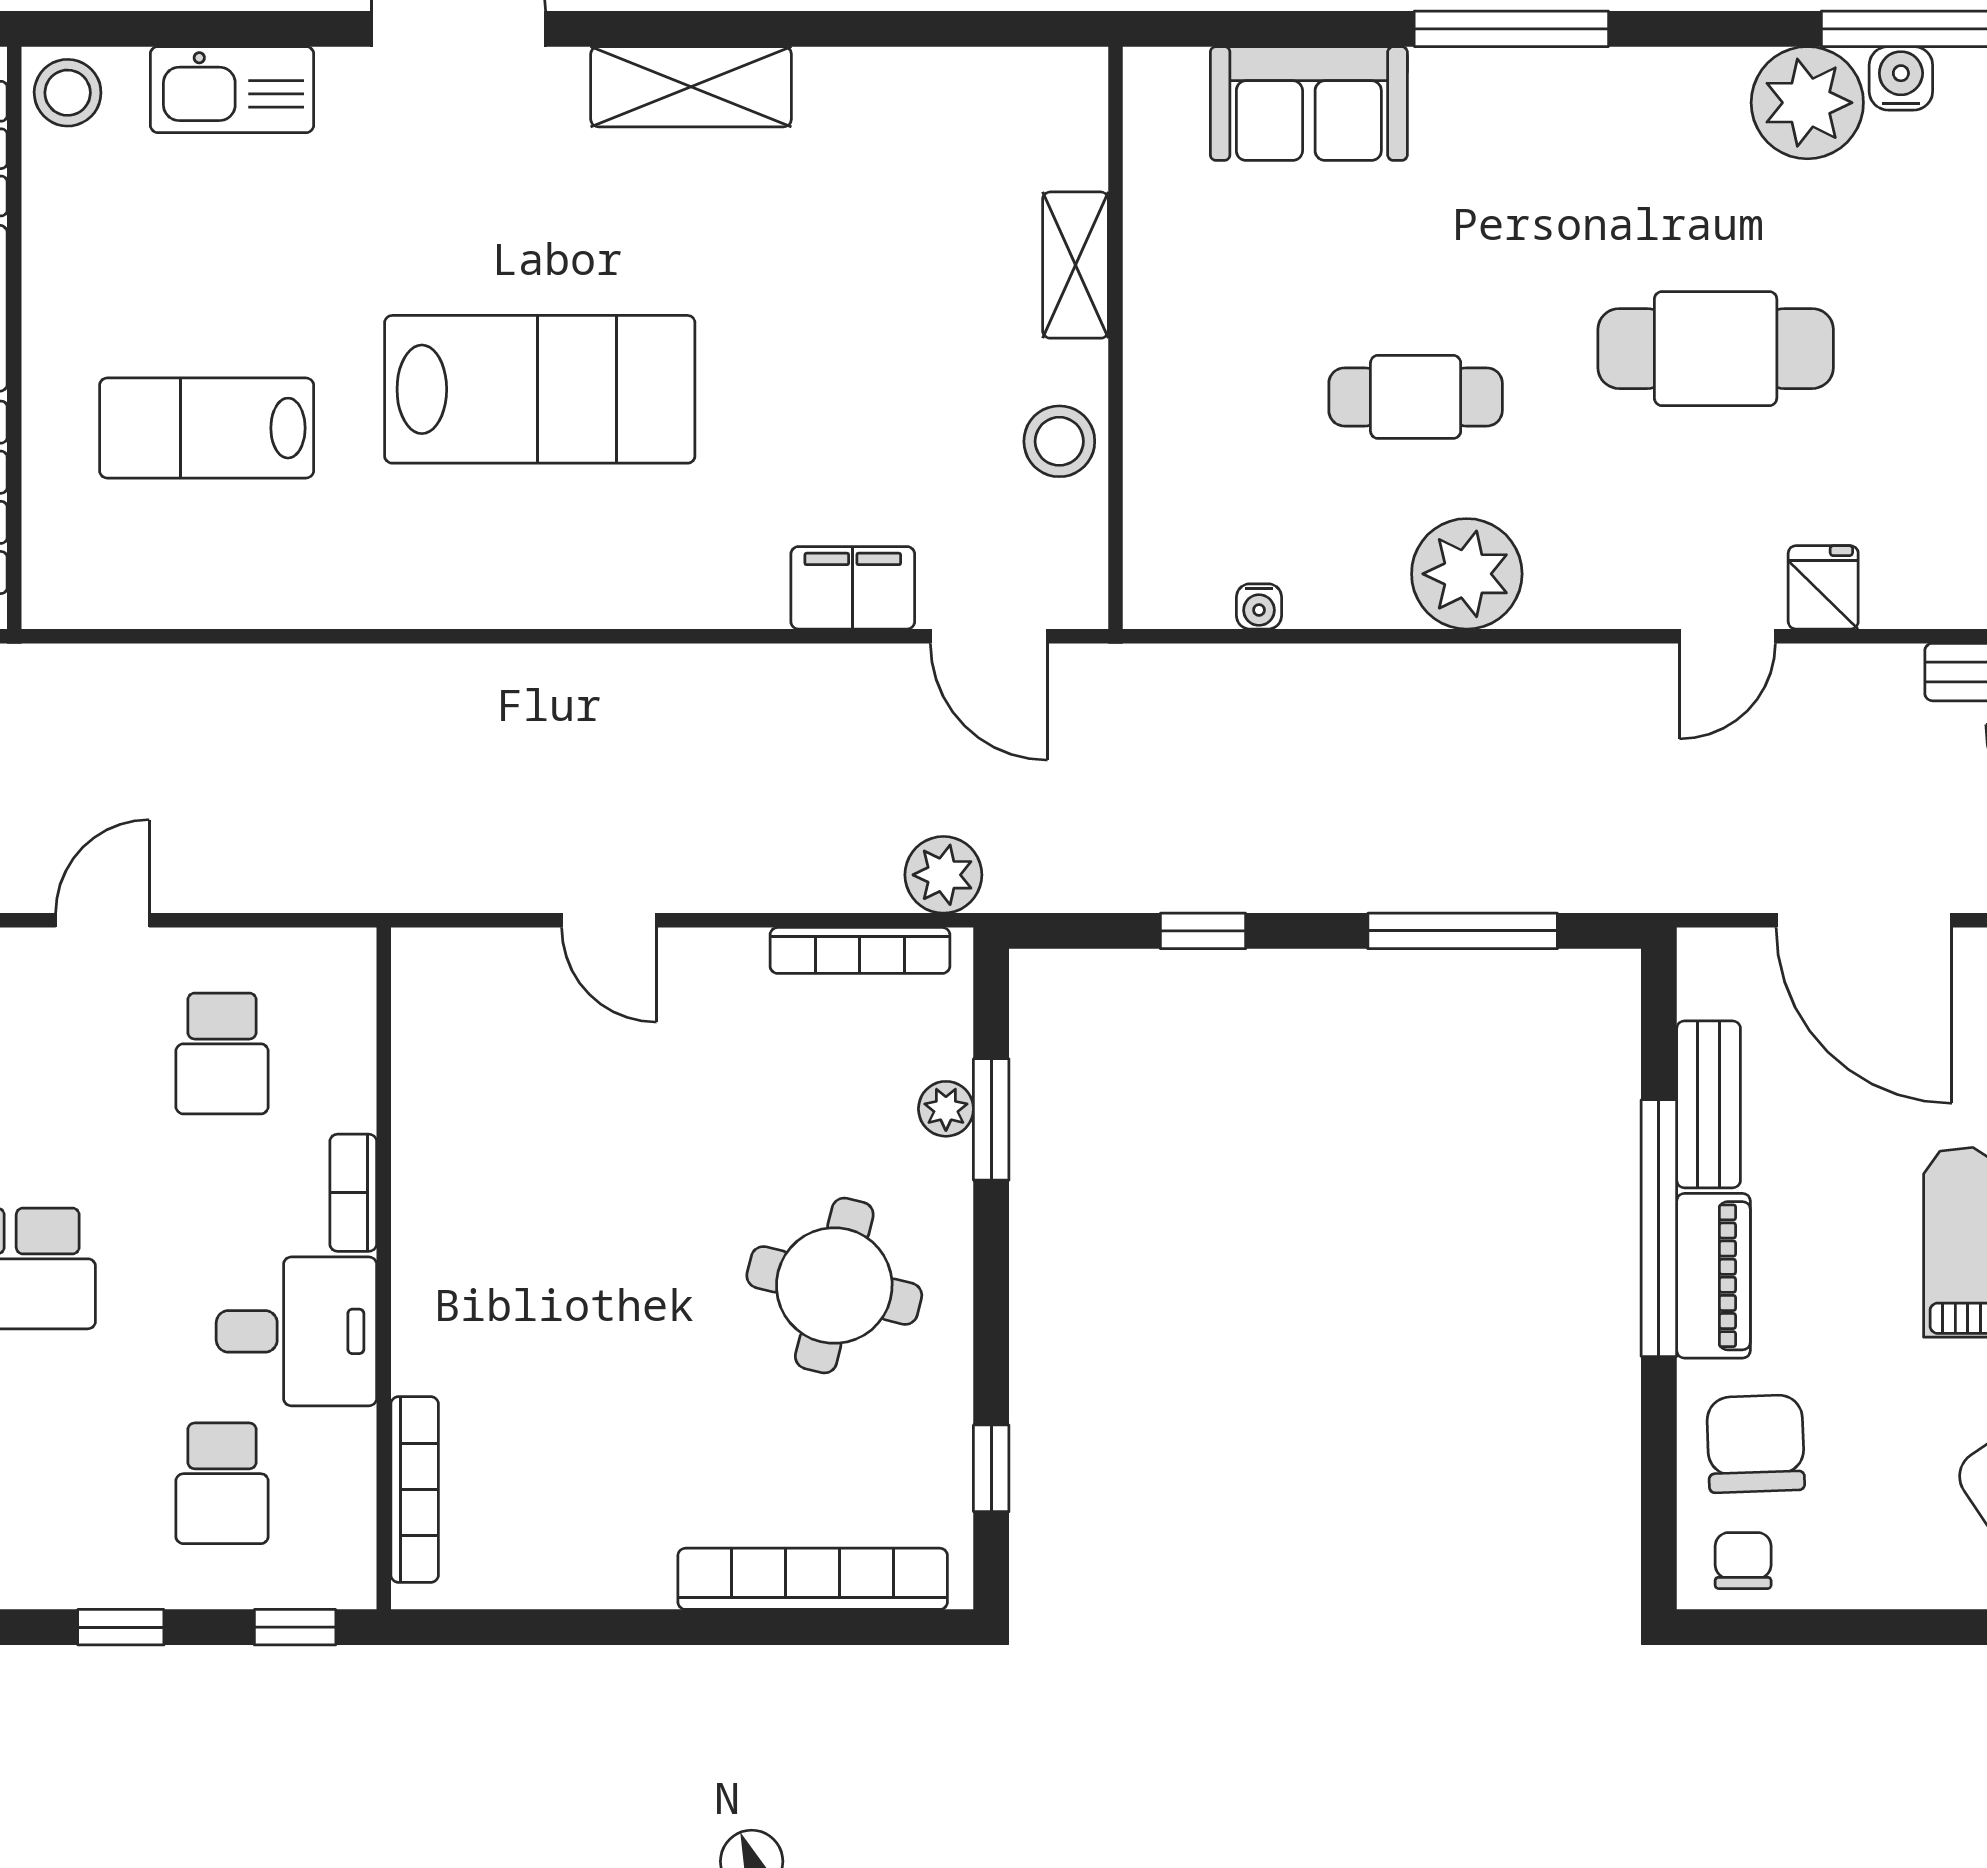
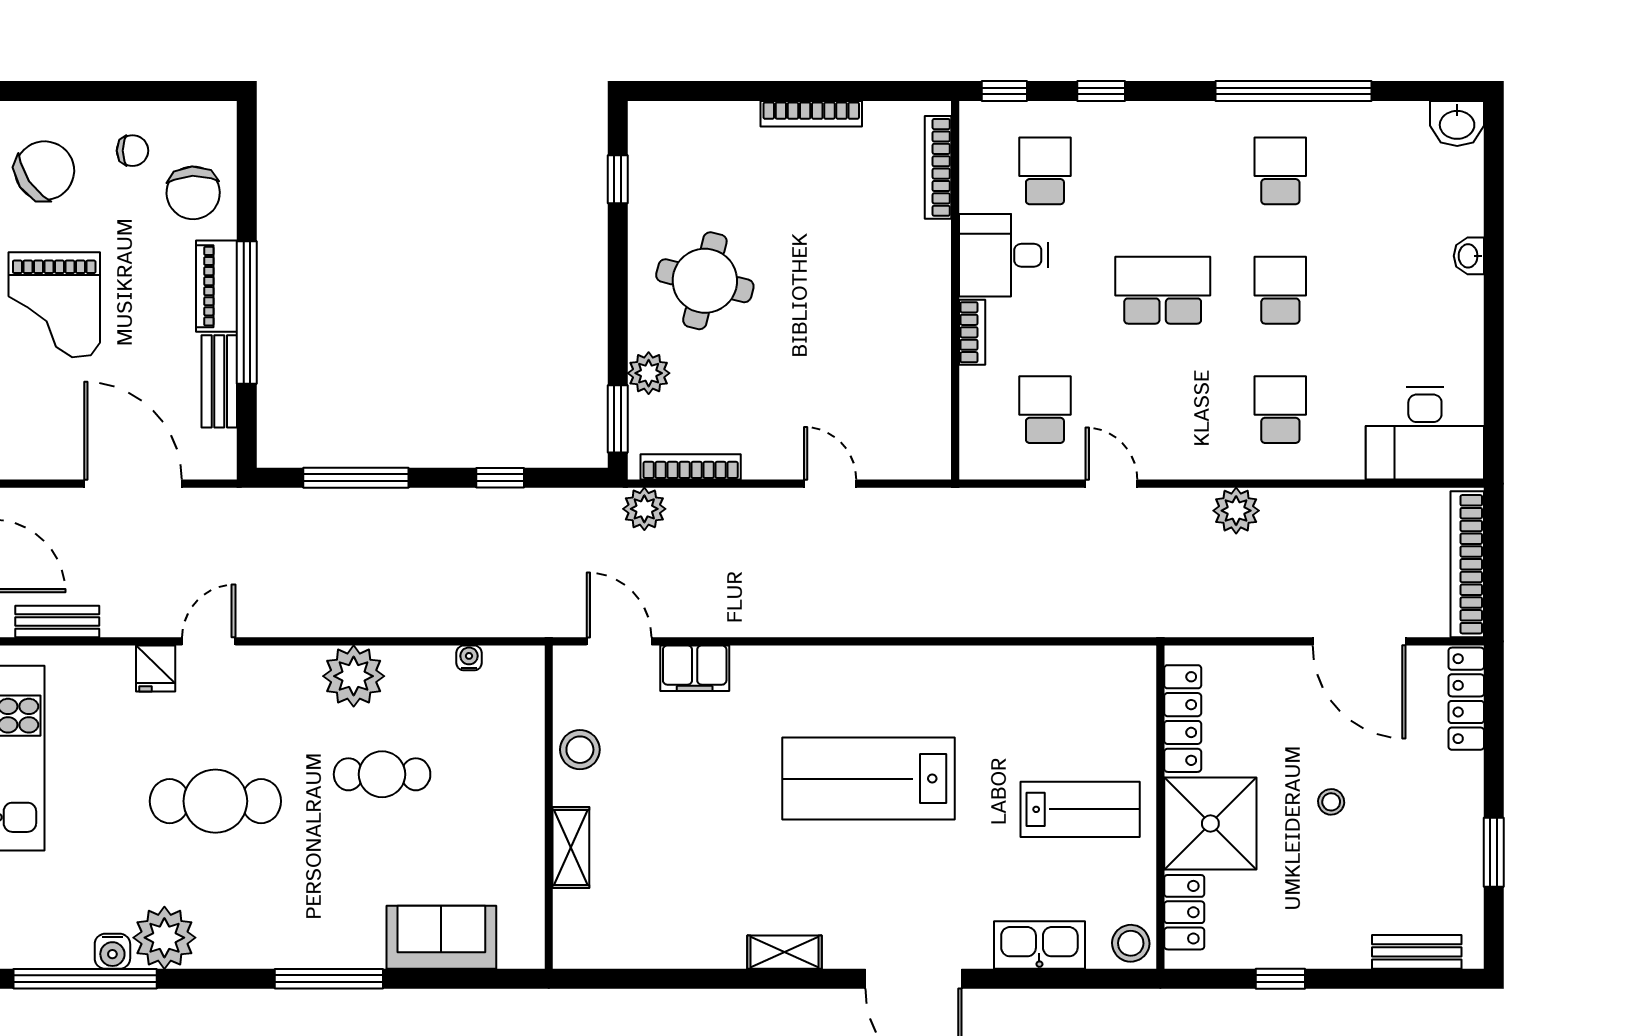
shelving: (691, 87) -> (784, 952), width x0.67, depth x0.75
lab bench: (207, 428) -> (1080, 809), moved
door: (102, 920) -> (1111, 484), swing flipped
plant: (946, 1109) -> (649, 373), width x1.38, depth x1.38
window: (991, 1119) -> (618, 419), moved
chair: (1743, 1561) -> (133, 151), moved, turned -90
bookcase: (813, 1579) -> (811, 114), moved, width x0.68, depth x0.76

